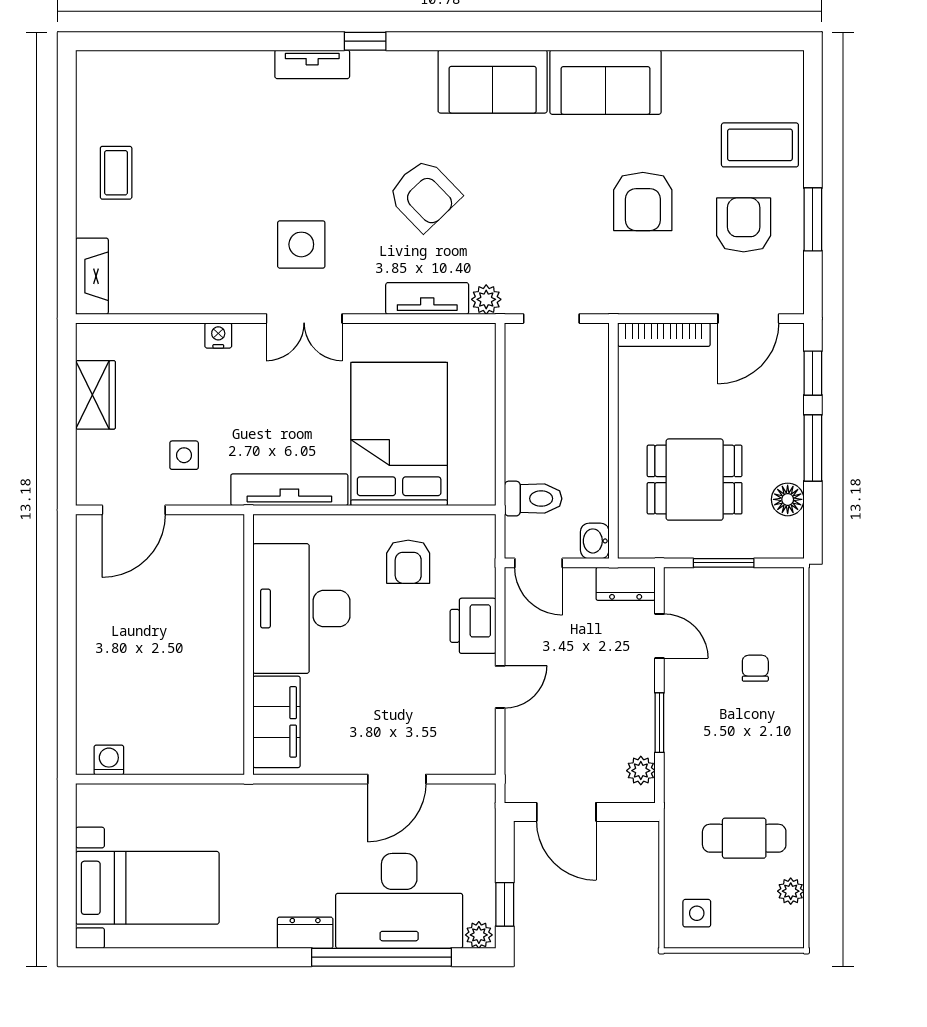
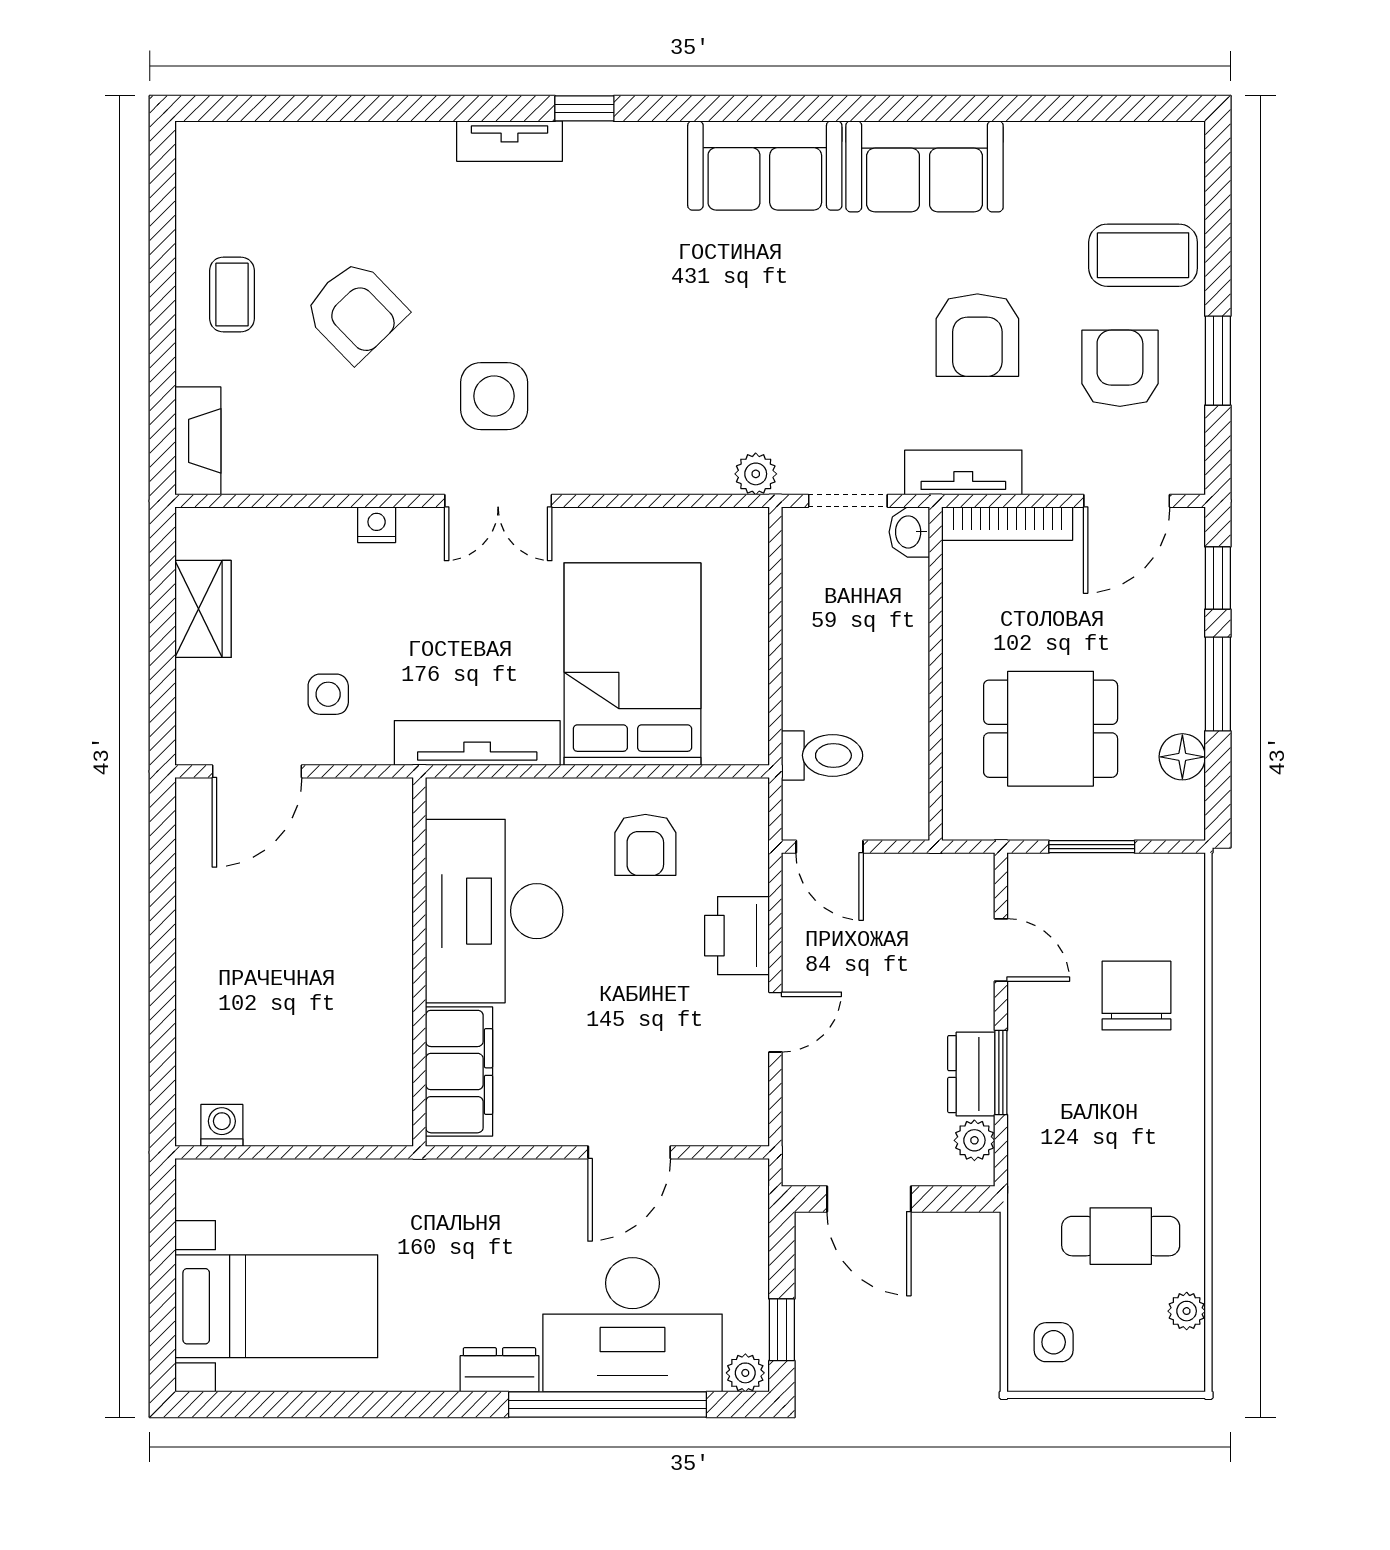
armchair: (424, 195) -> (355, 311), moved
tv unit: (427, 298) -> (963, 472), moved
washbasin: (595, 541) -> (909, 532), moved
dresser: (626, 584) -> (971, 1074), moved, turned 90
chair: (755, 668) -> (1136, 996), width x1.87, depth x1.87

